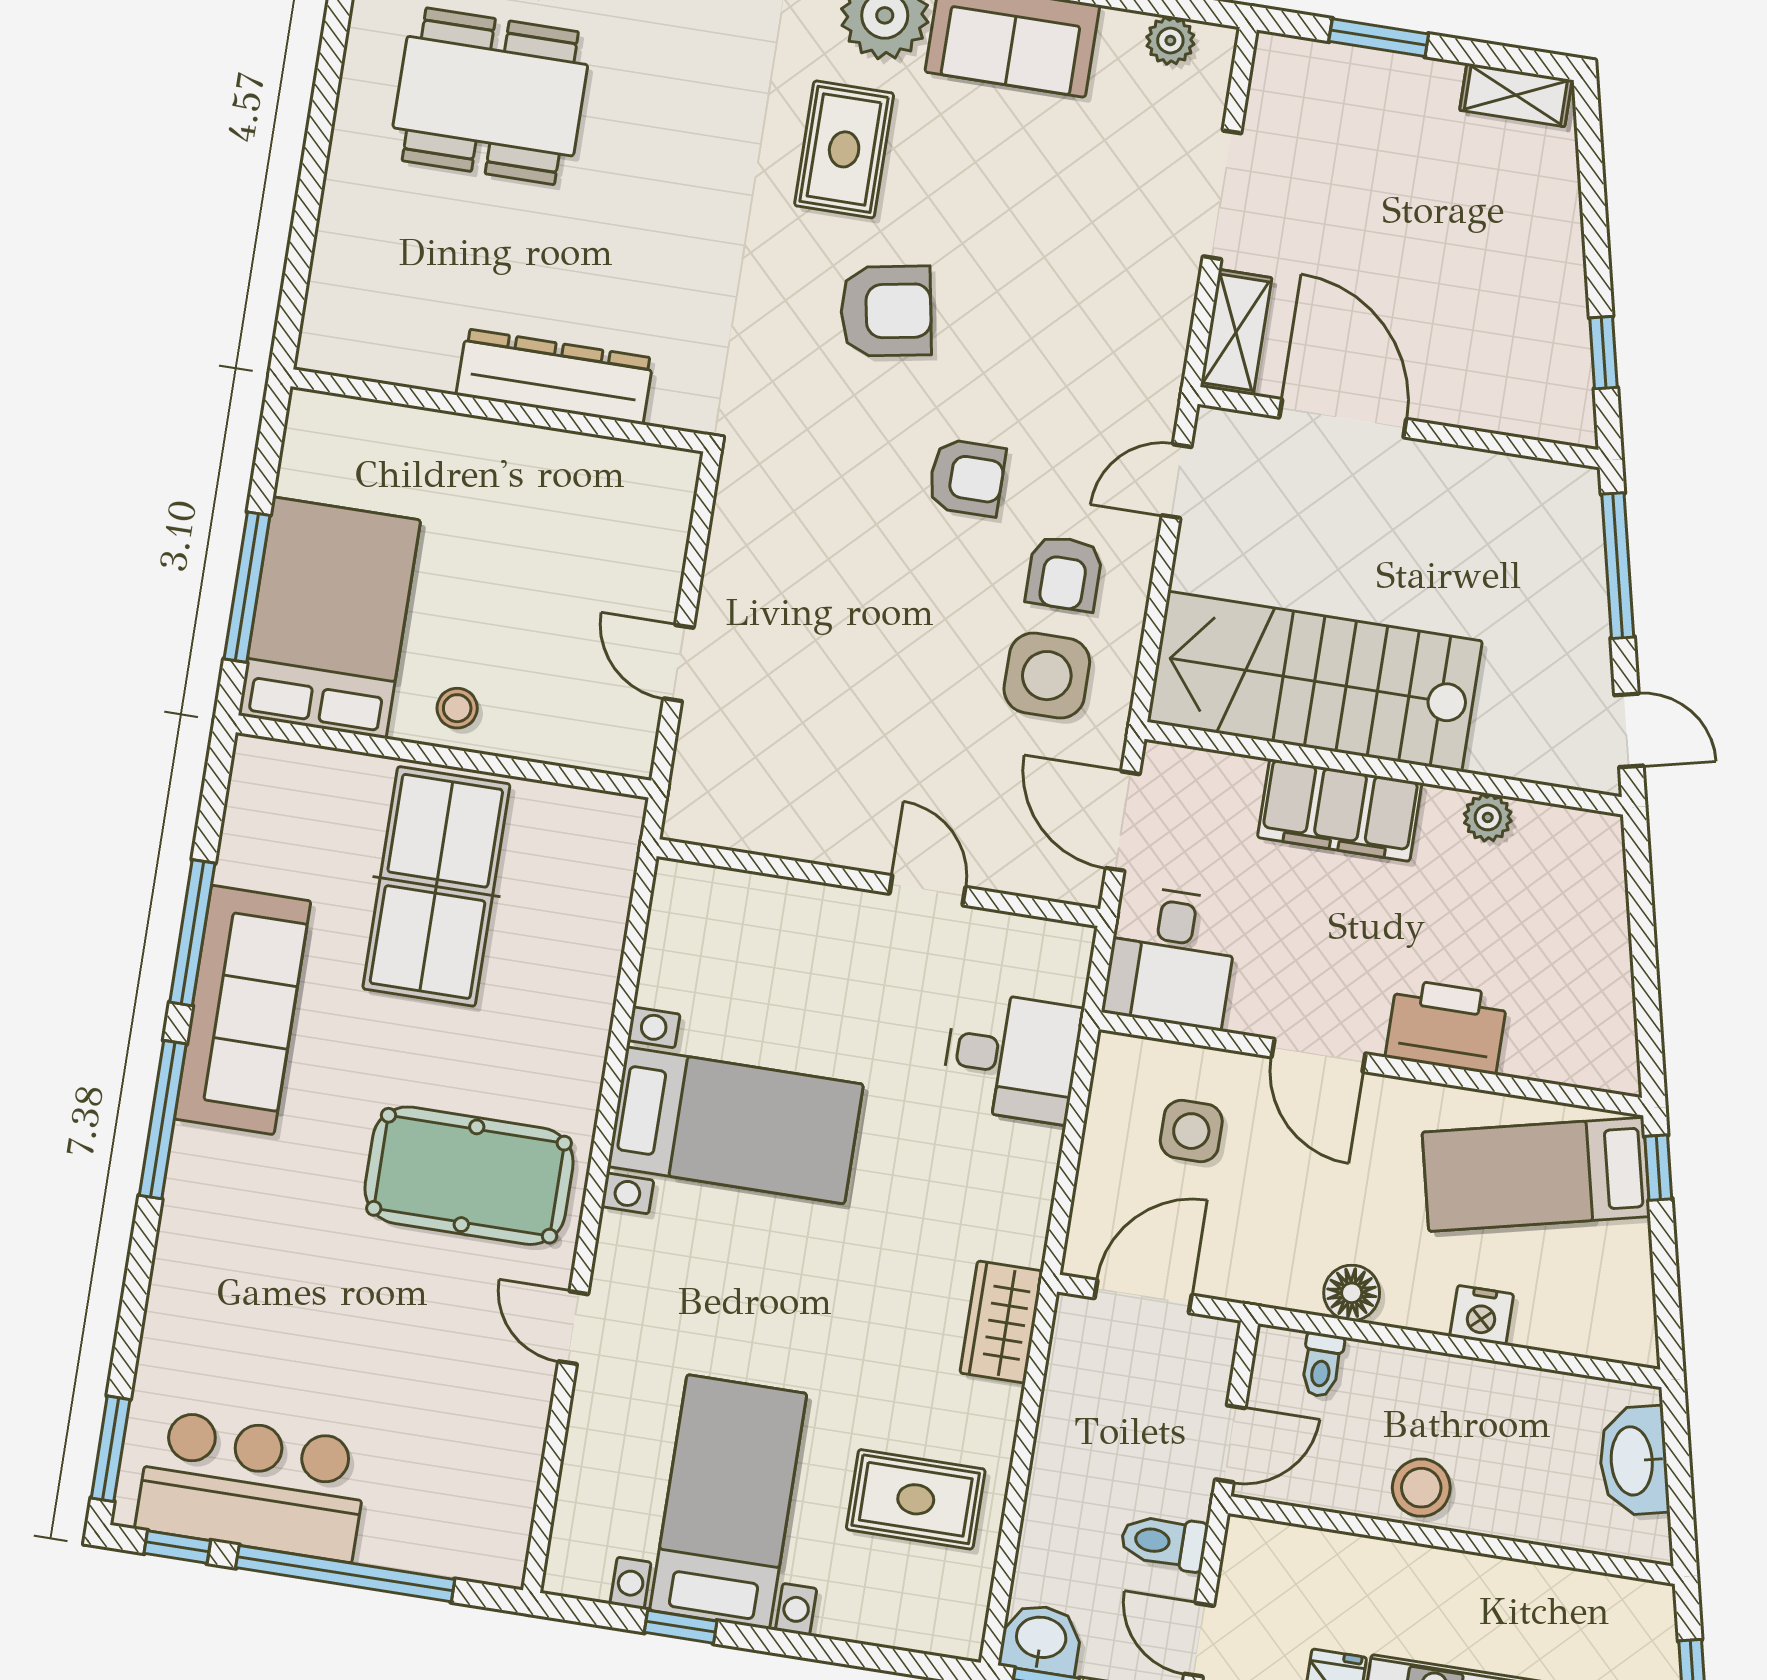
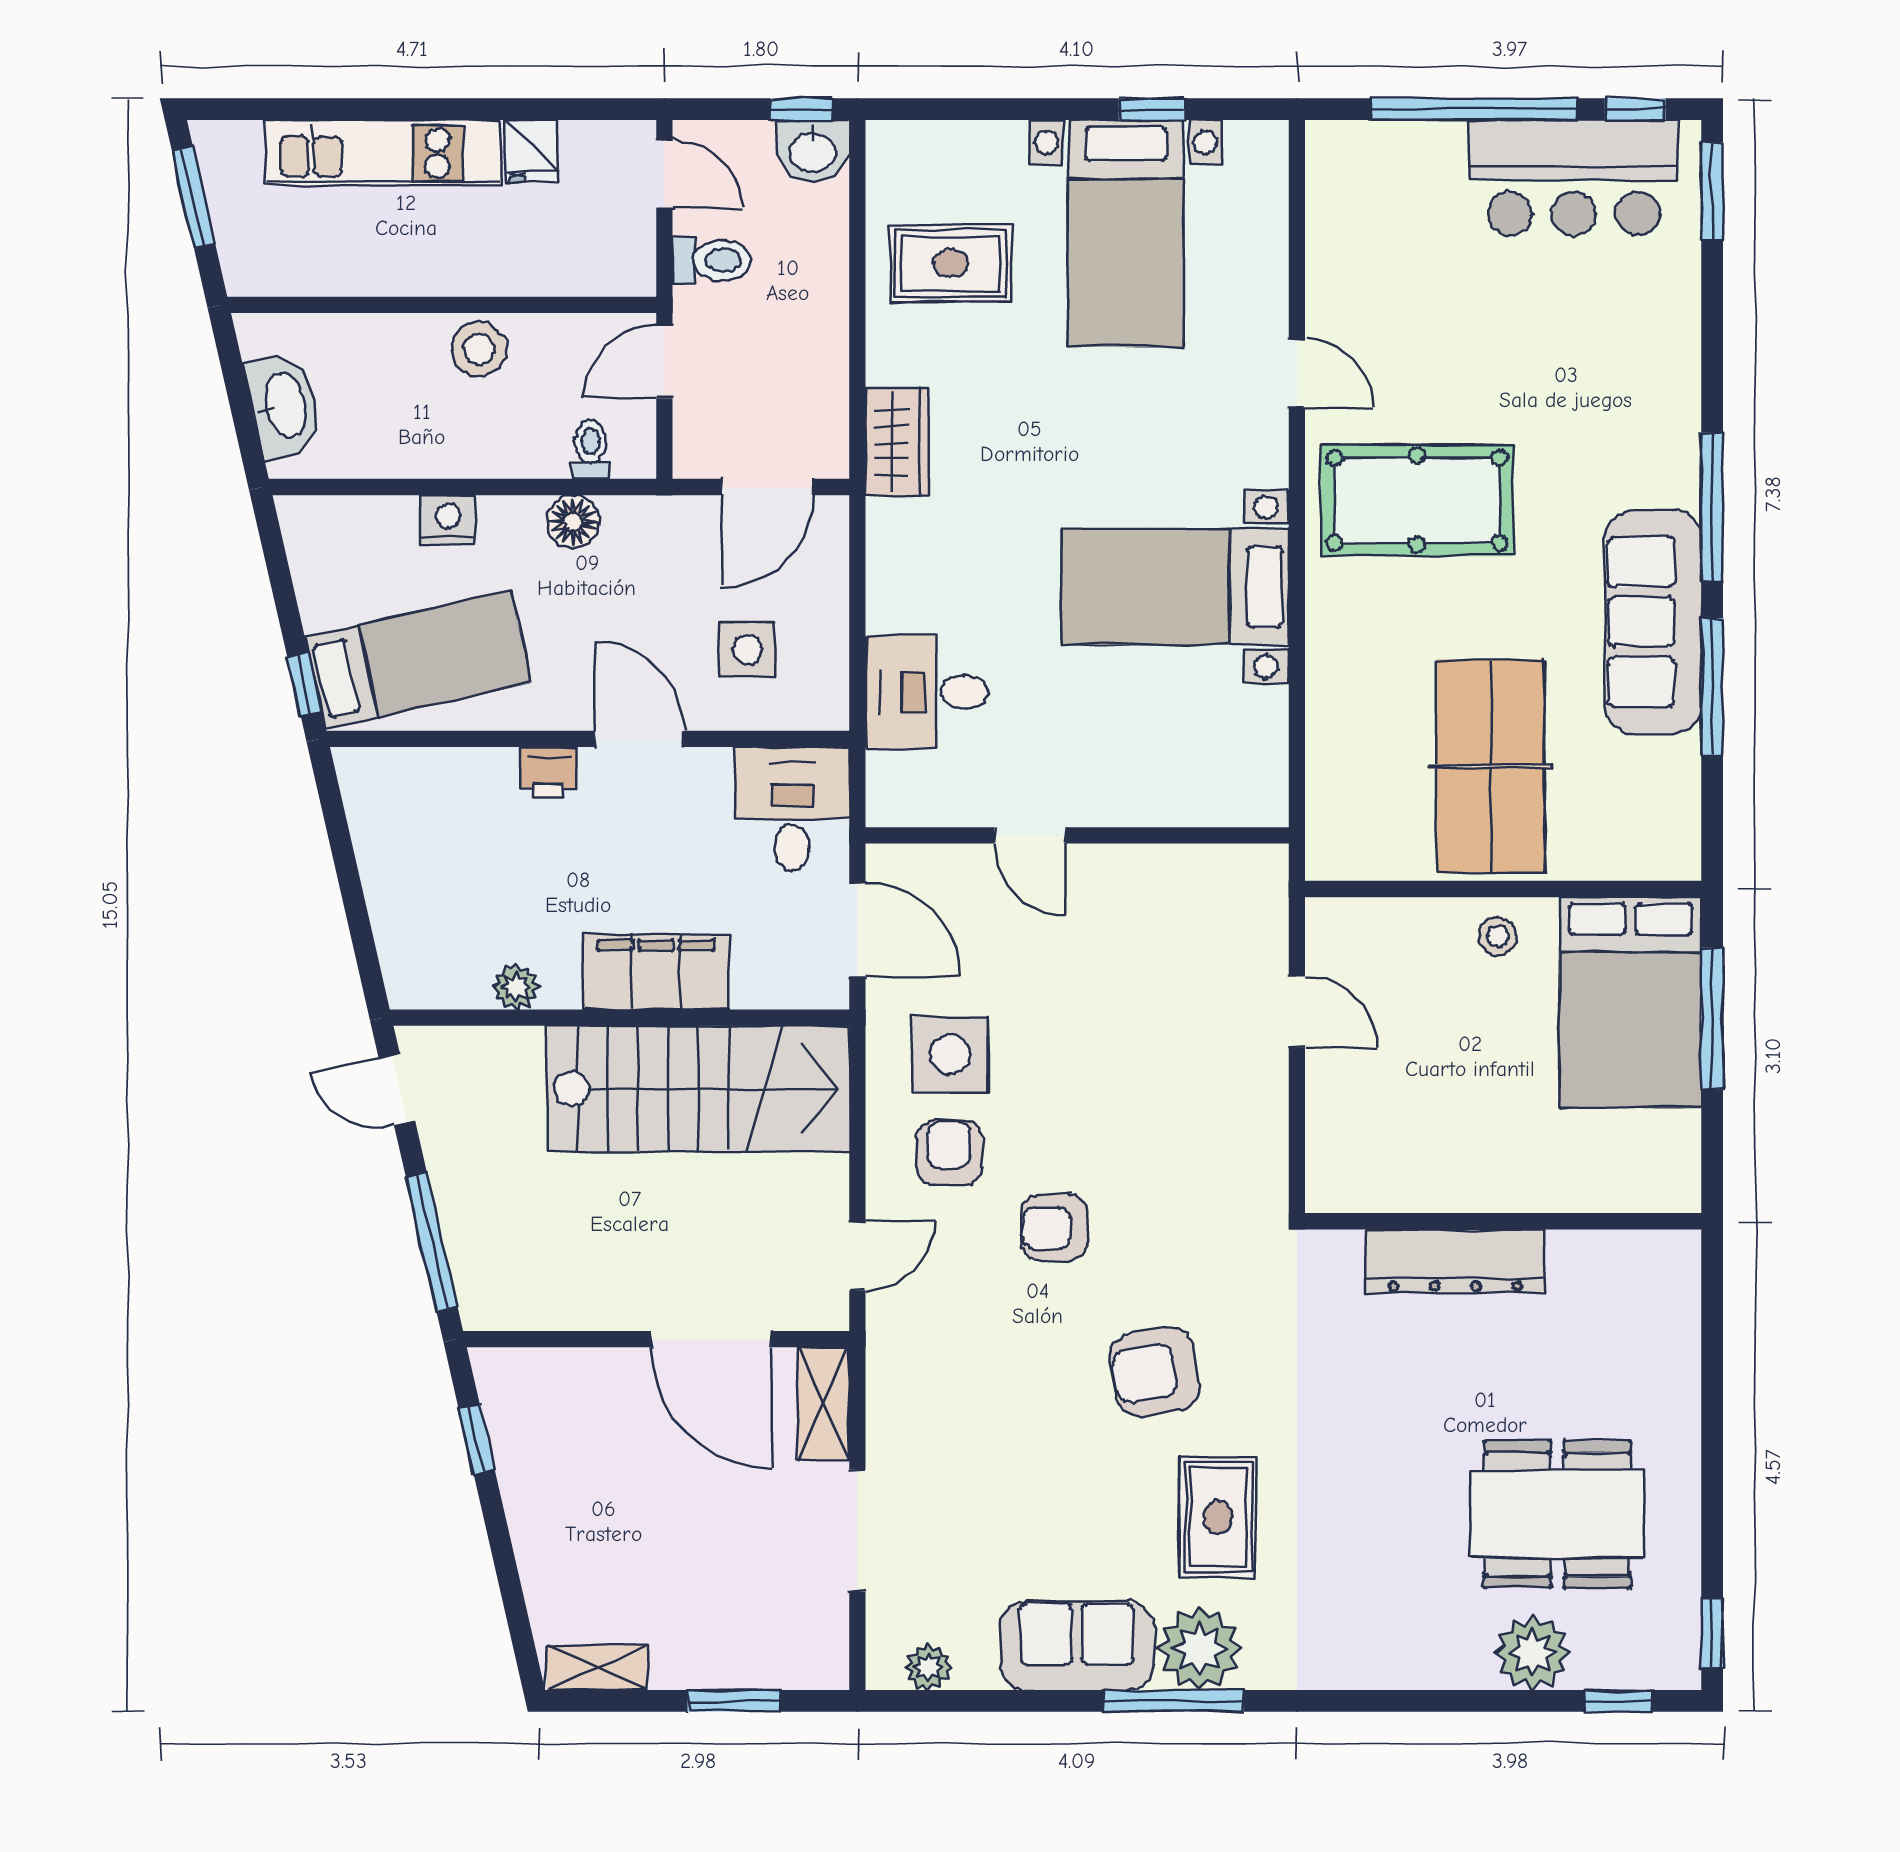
printer: (1446, 1026) -> (549, 773), width x0.53, depth x0.68

